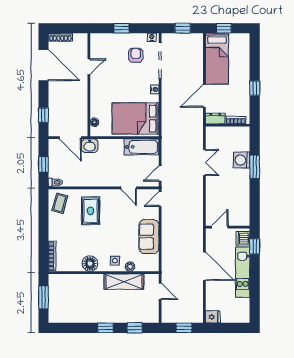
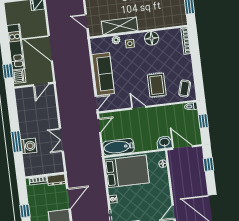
door: (129, 188) -> (139, 108), moved
sofa: (149, 237) -> (103, 74), width x1.36

